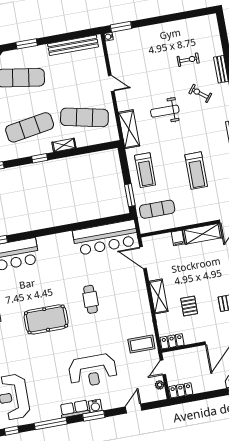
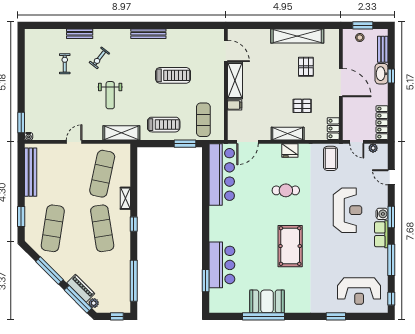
cafe table: (91, 299) -> (286, 190), moved
fridge: (142, 302) -> (290, 150), added
locker: (181, 390) -> (382, 123), width x1.53

